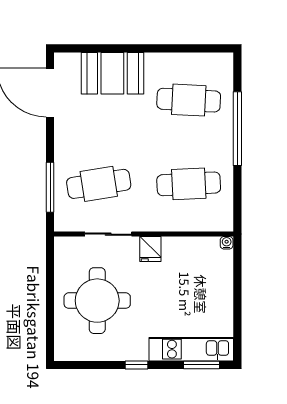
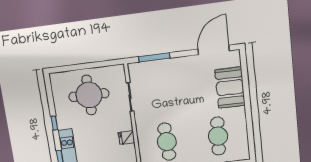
cafe table: (99, 184) -> (160, 87), removed
fridge: (150, 249) -> (126, 138), moved

